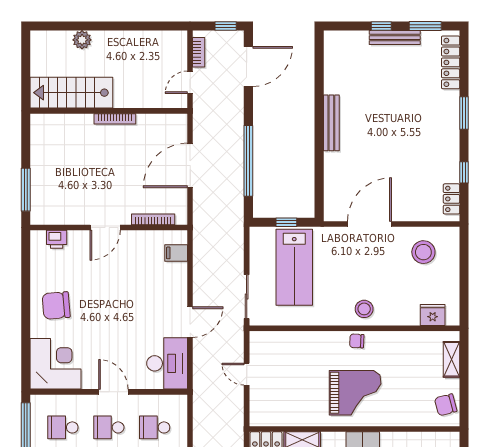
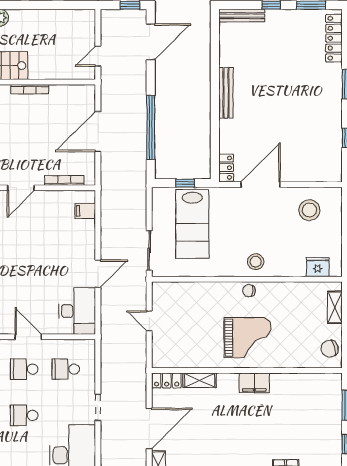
bench: (395, 38) -> (242, 16), moved
bookcase: (199, 52) -> (106, 29), removed
locker: (452, 199) -> (226, 168), moved, turned 180

